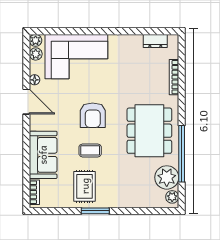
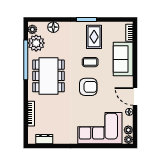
armchair: (93, 115) -> (88, 87), turned 90
floor lamp: (142, 200) -> (53, 27), added

